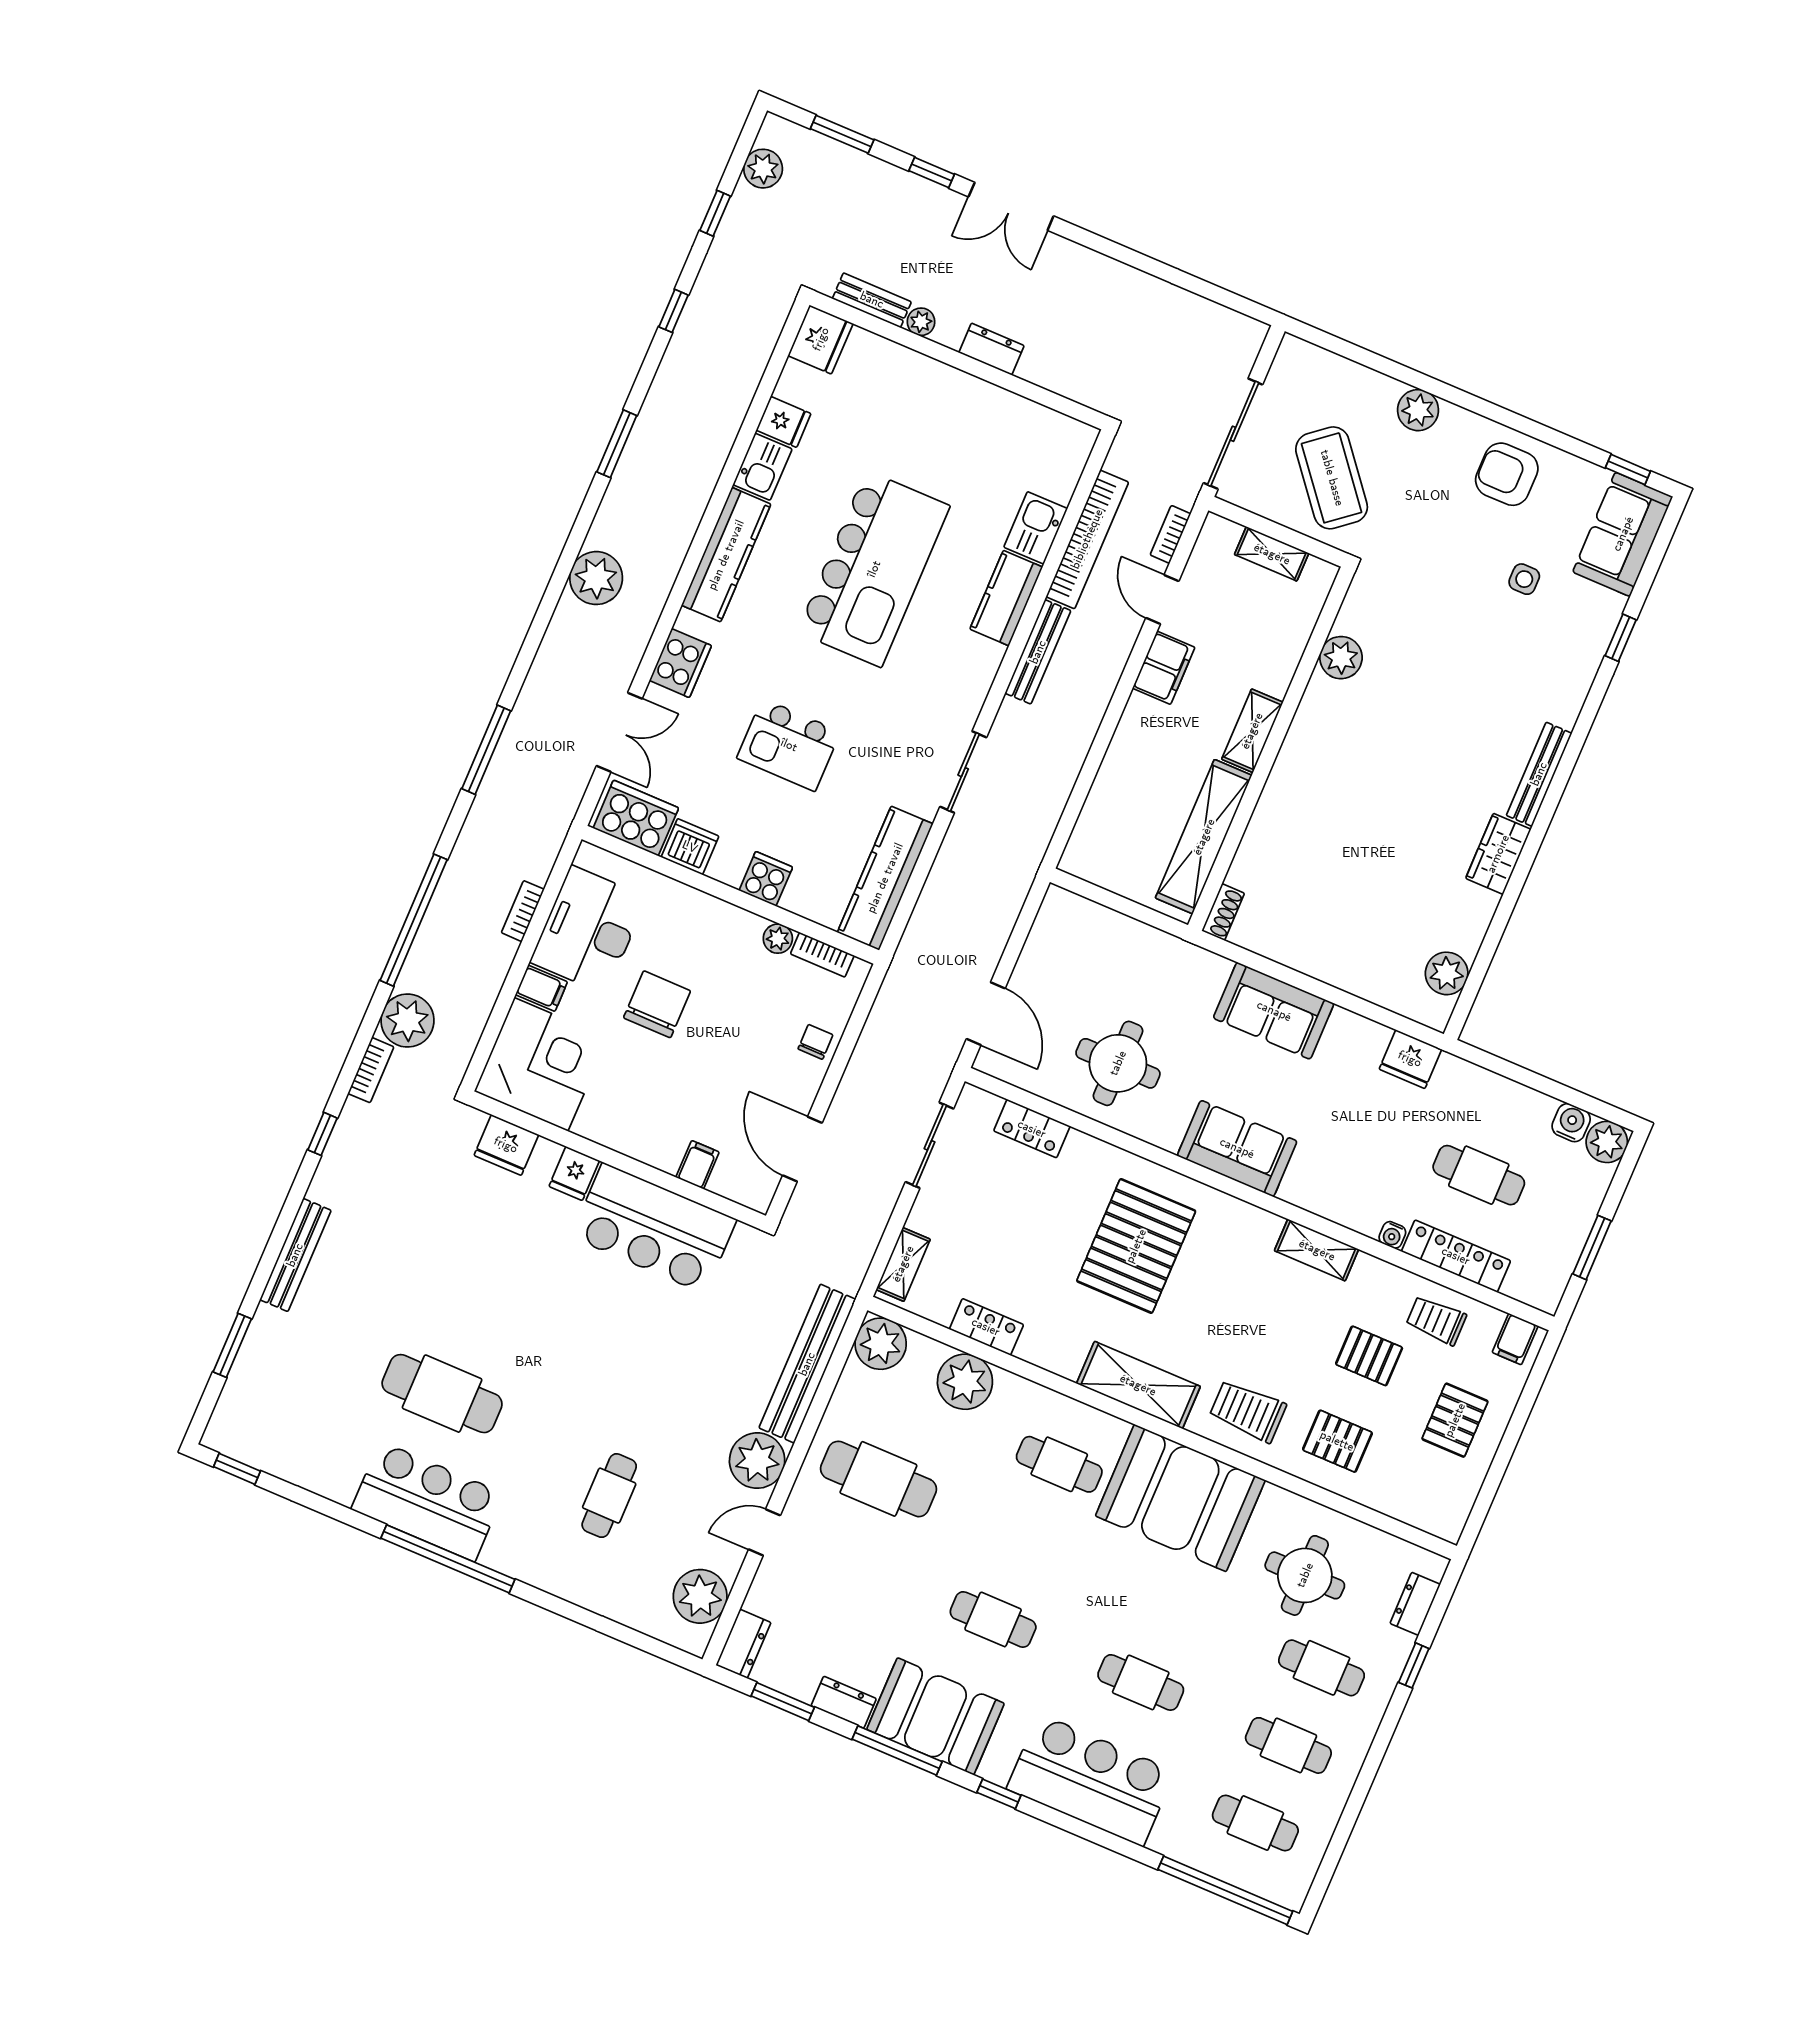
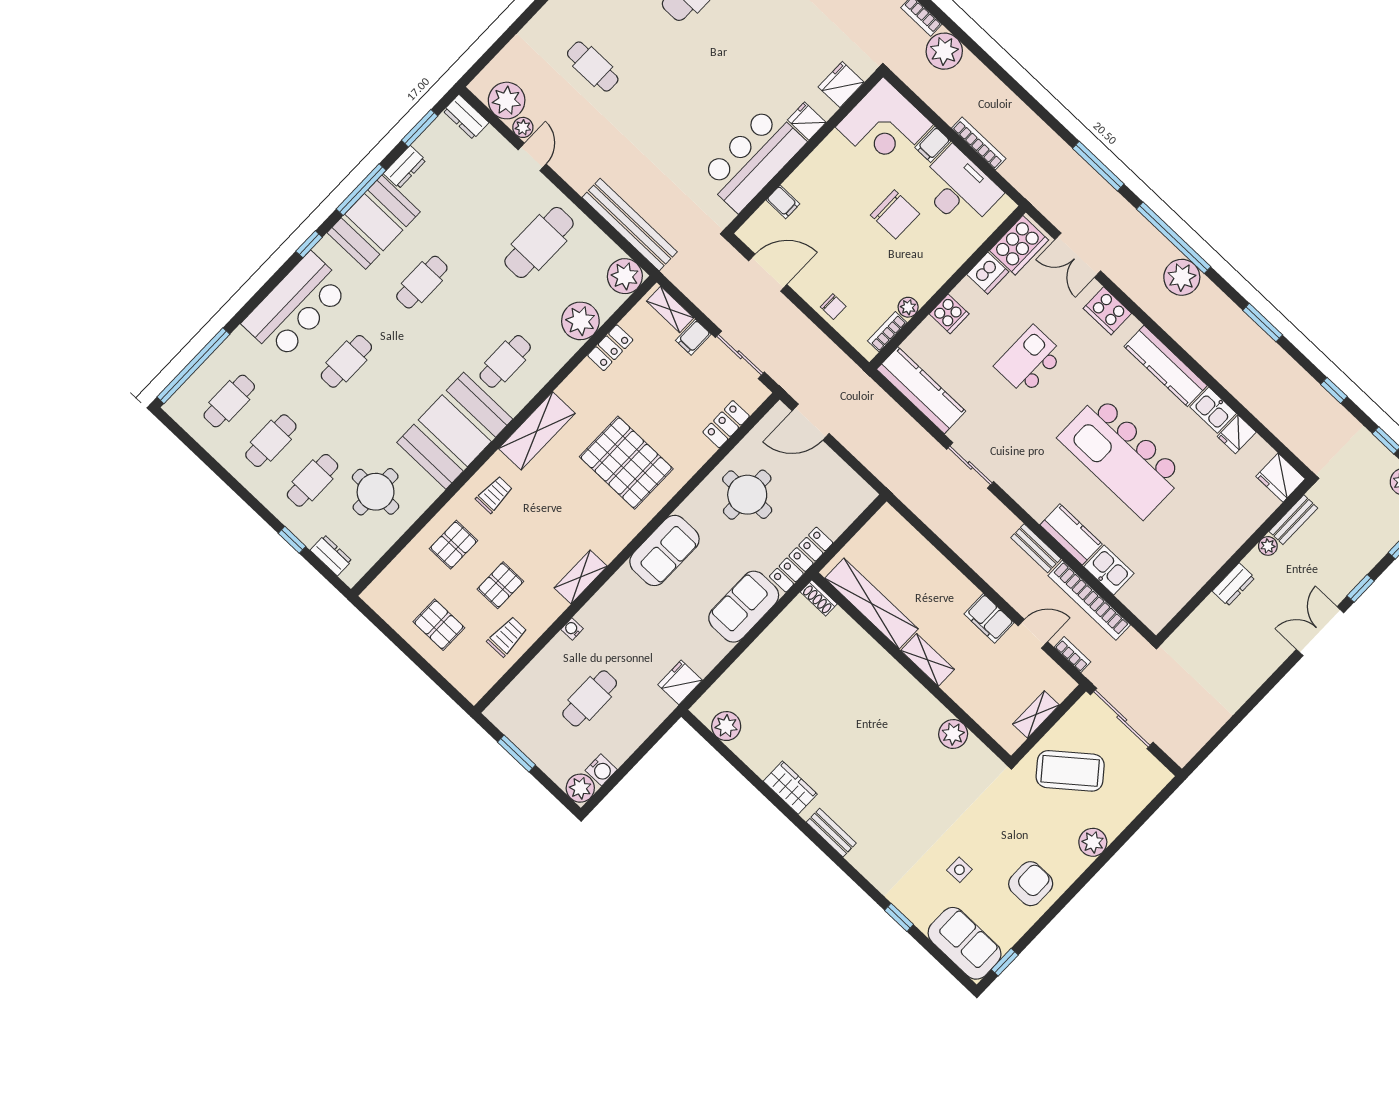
bench: (1038, 652) -> (1036, 548), width x0.73
bench: (1539, 774) -> (831, 833), width x0.73
bookcase: (523, 911) -> (979, 143), width x1.56
window: (414, 920) -> (1174, 238), moved
locker: (1456, 1256) -> (801, 560), moved, turned 180
filing cabinet: (1515, 1339) -> (693, 337), moved, turned -90
trolley: (1248, 1411) -> (494, 495), width x0.73, depth x0.72
plant: (757, 1461) -> (523, 127), moved, width x0.53, depth x0.53

